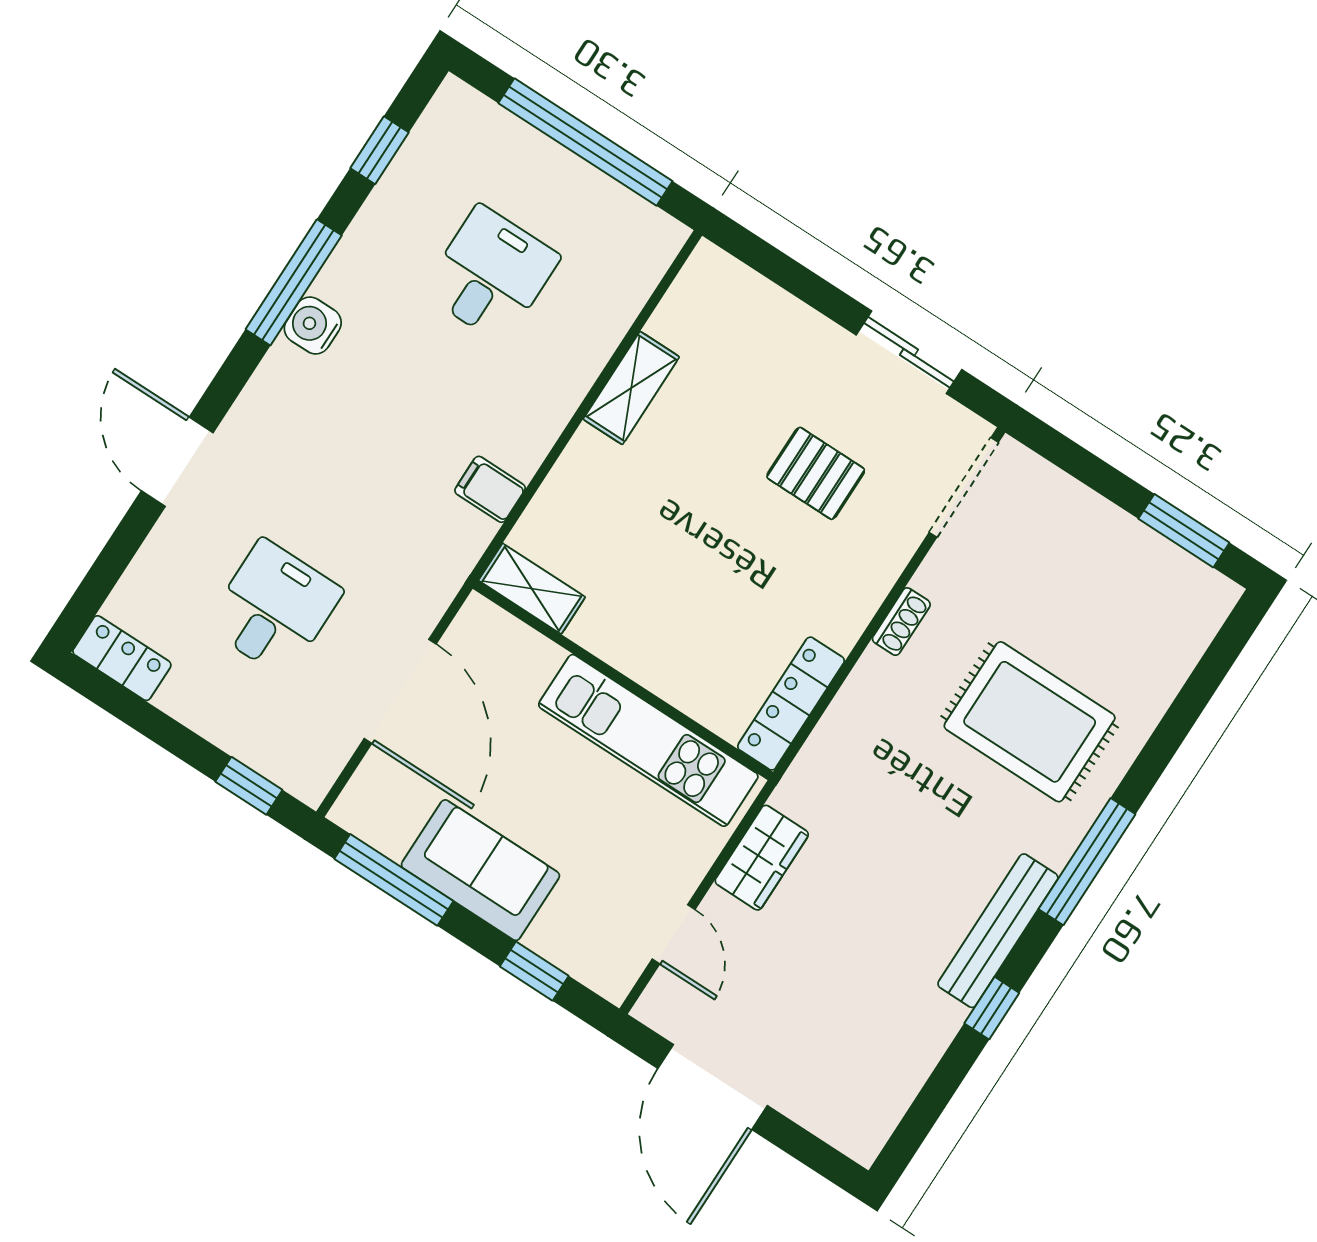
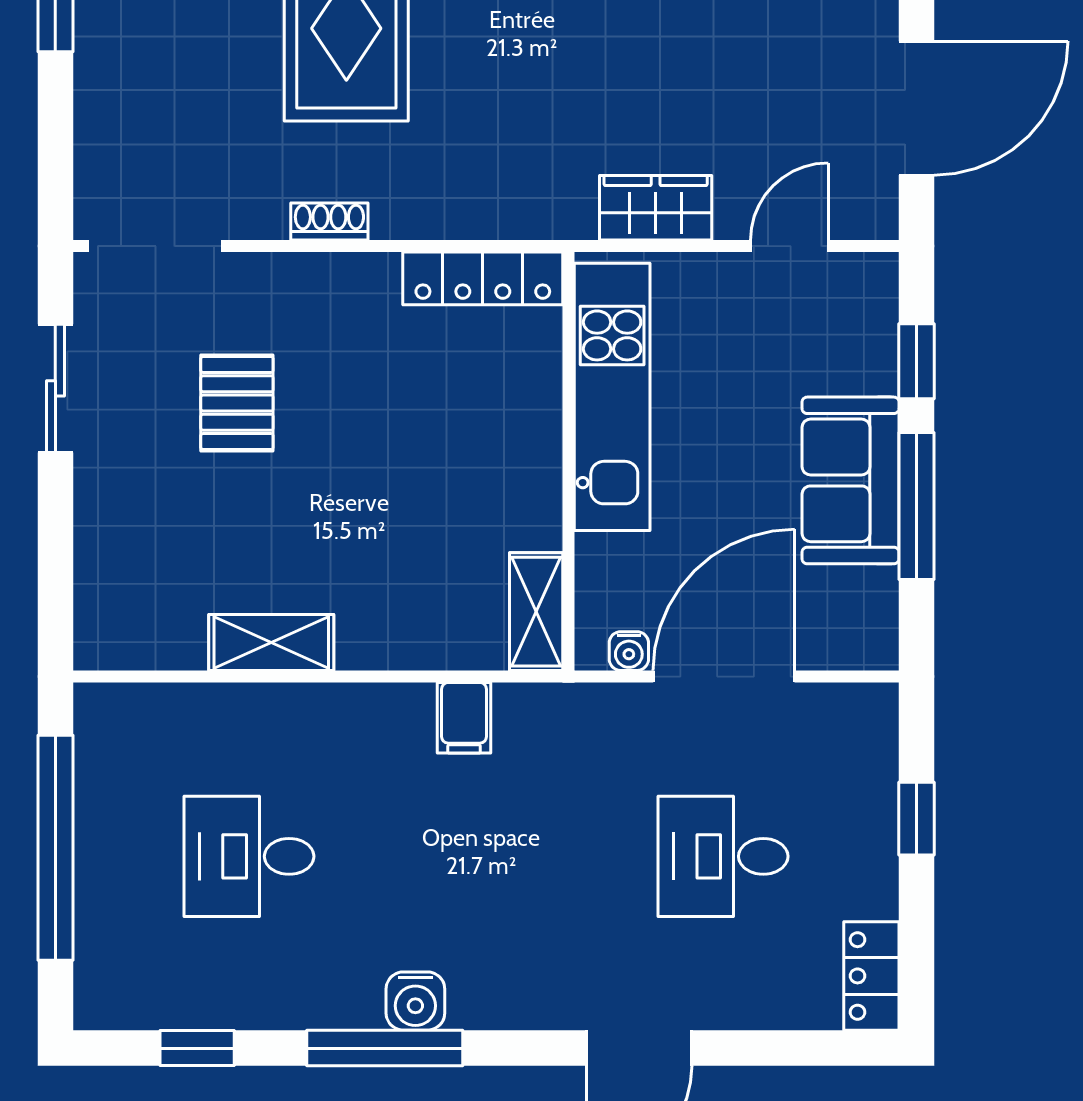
water cooler: (462, 636) -> (629, 651), added
window: (249, 786) -> (916, 819), moved
window: (394, 880) -> (916, 506), moved

